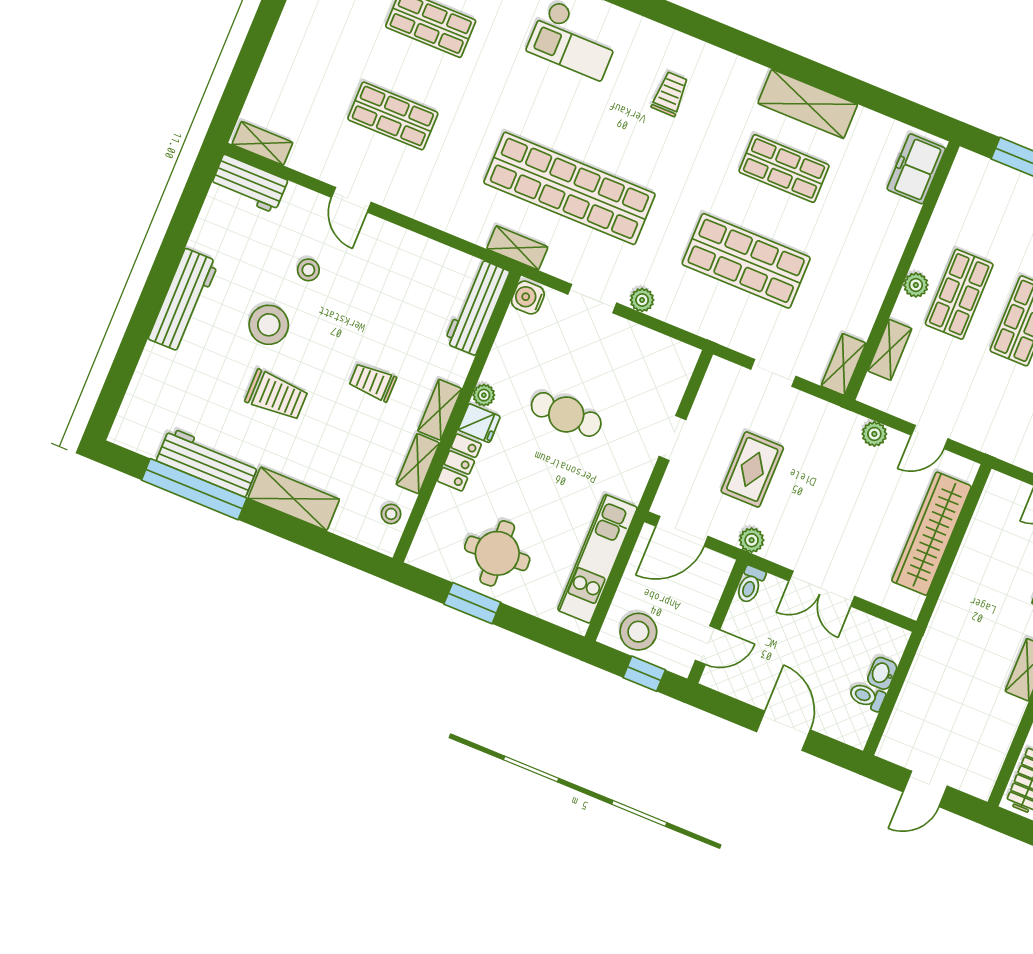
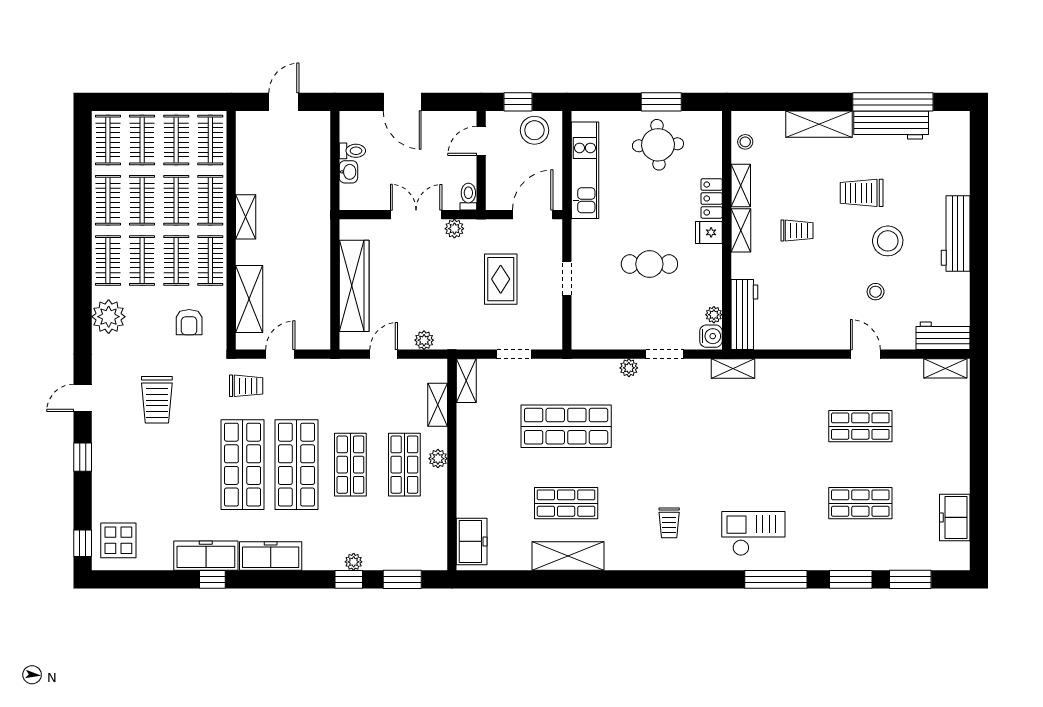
shop shelf: (569, 188) -> (713, 426), removed
plant: (484, 395) -> (714, 315), moved
plant: (752, 540) -> (454, 229), moved

